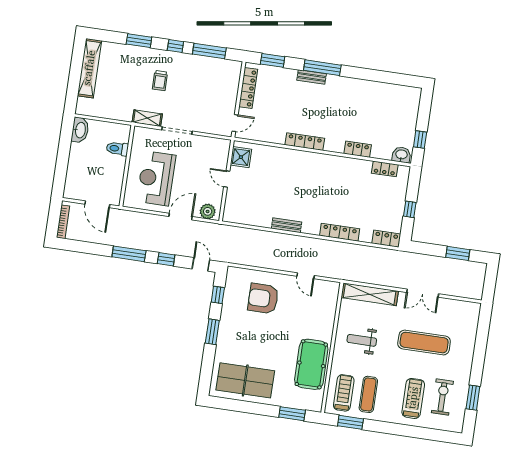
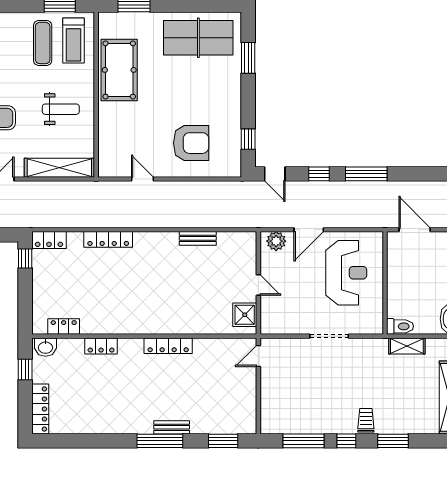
trolley: (160, 81) -> (366, 420), moved
locker: (248, 88) -> (40, 409), moved, turned 180
shelving: (147, 118) -> (407, 346), moved
toilet: (117, 149) -> (400, 326), moved
window: (410, 209) -> (25, 259), moved
bench: (287, 225) -> (198, 238), moved
window: (212, 332) -> (248, 58), moved

